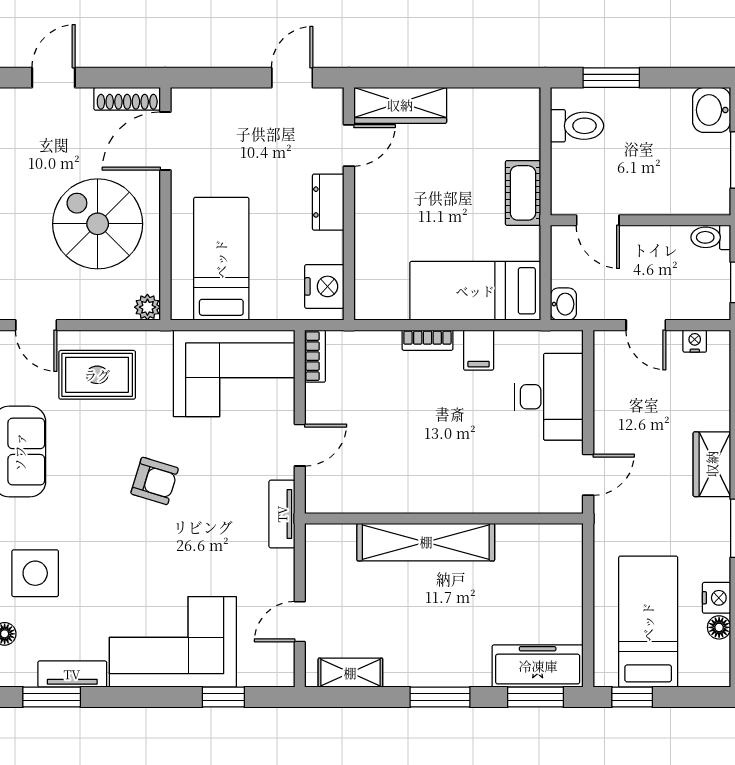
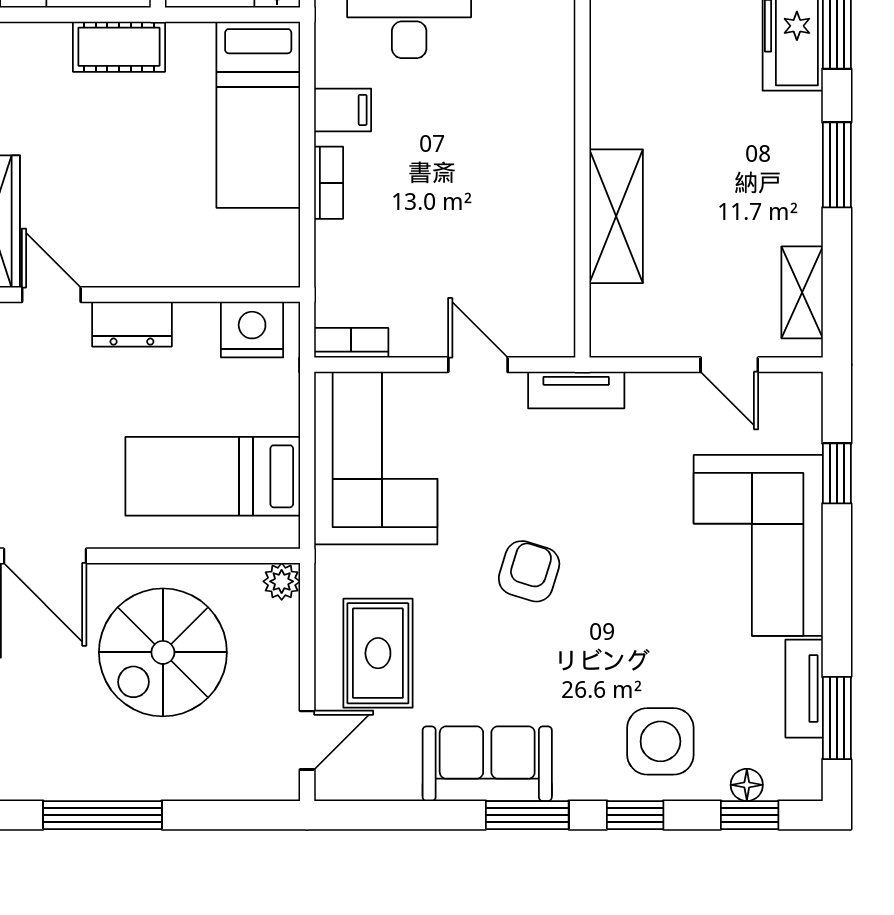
shelving: (426, 542) -> (616, 216), width x0.68

